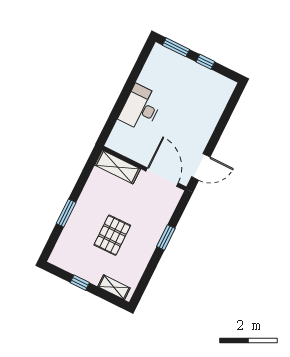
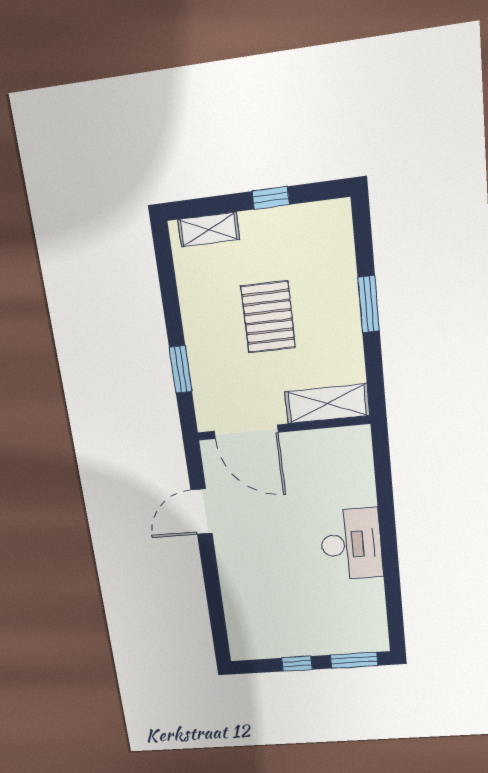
shelving: (118, 167) -> (327, 404), moved
wall: (144, 168) -> (283, 428), moved
door: (162, 177) -> (246, 432), moved

